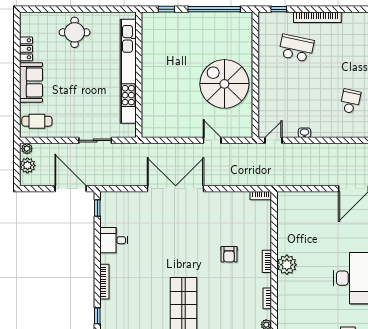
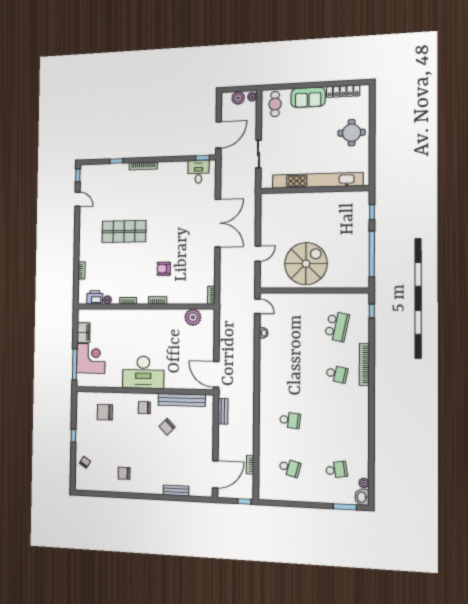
bookcase: (317, 17) -> (364, 364), moved
locker: (26, 49) -> (343, 91), width x1.53
school desk: (350, 101) -> (337, 374), moved
desk: (114, 240) -> (198, 172), moved
plant: (287, 265) -> (193, 317), moved

